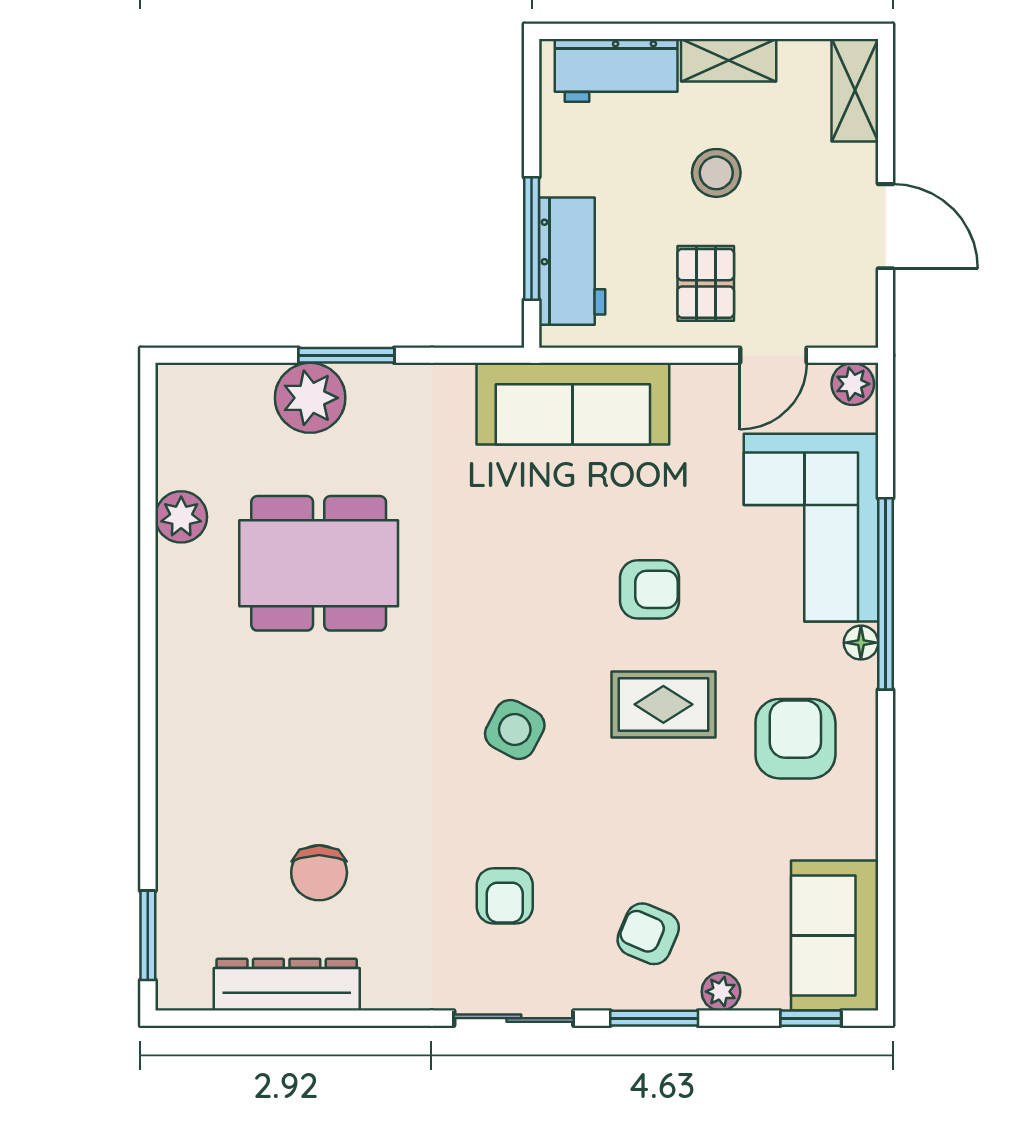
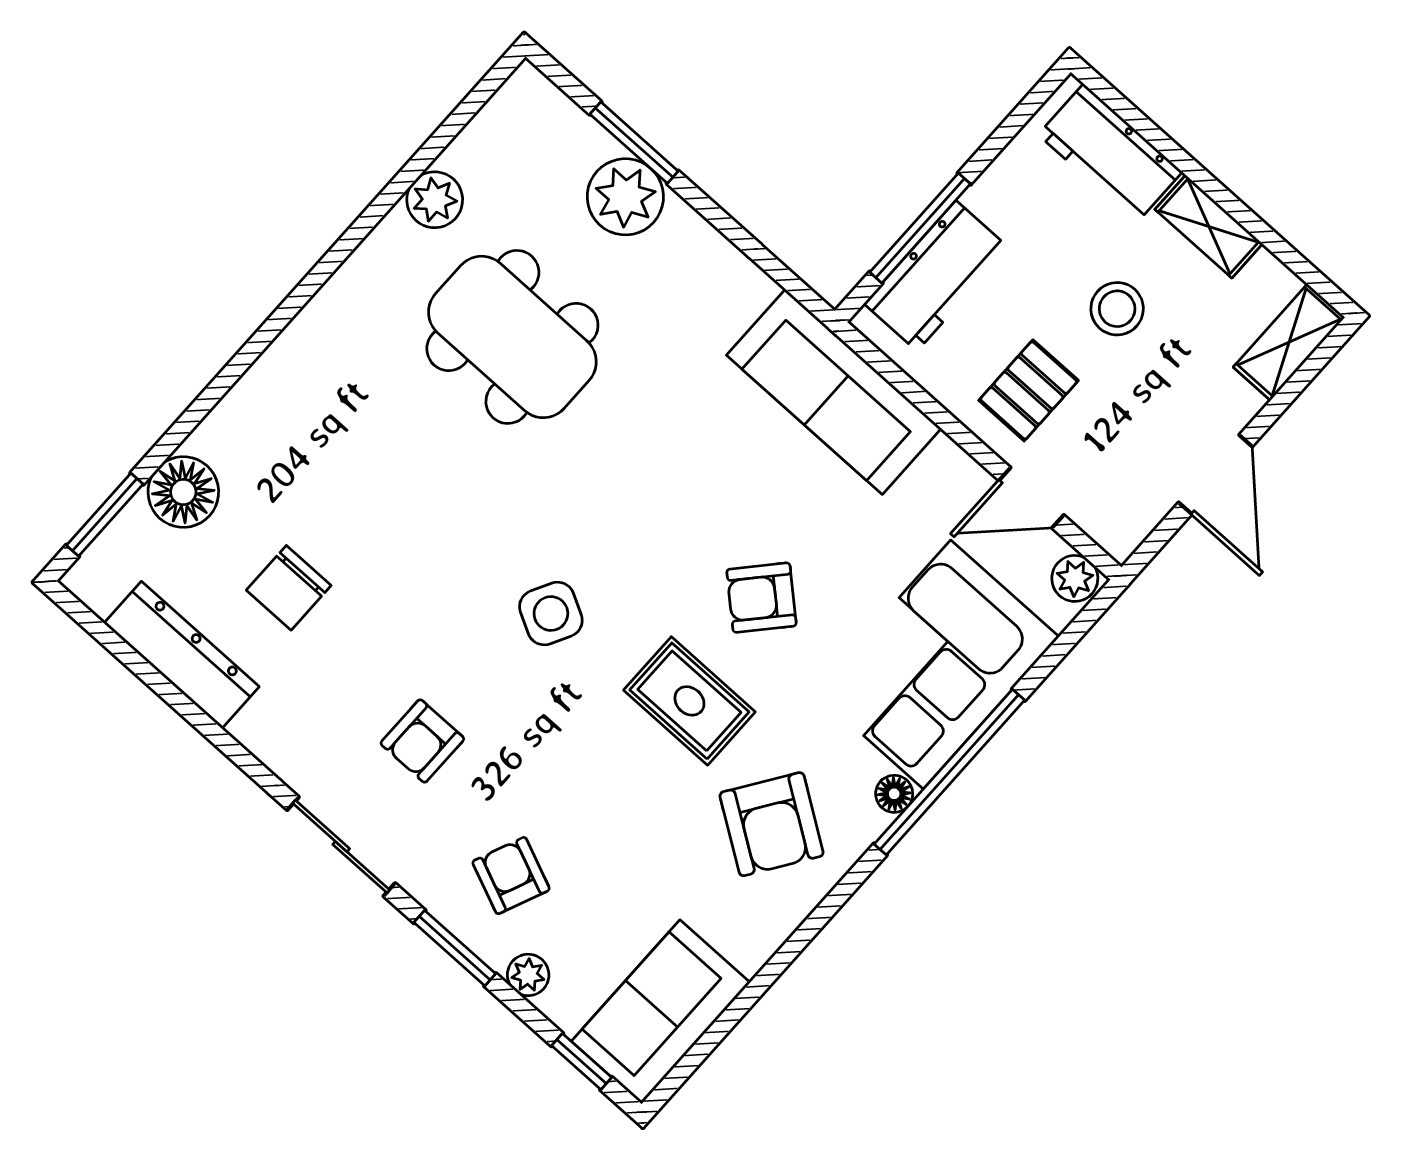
window: (346, 355) -> (634, 143), moved
armchair: (650, 589) -> (761, 598), turned 132
armchair: (795, 739) -> (772, 824), turned 124
floor lamp: (188, 872) -> (183, 492), added

